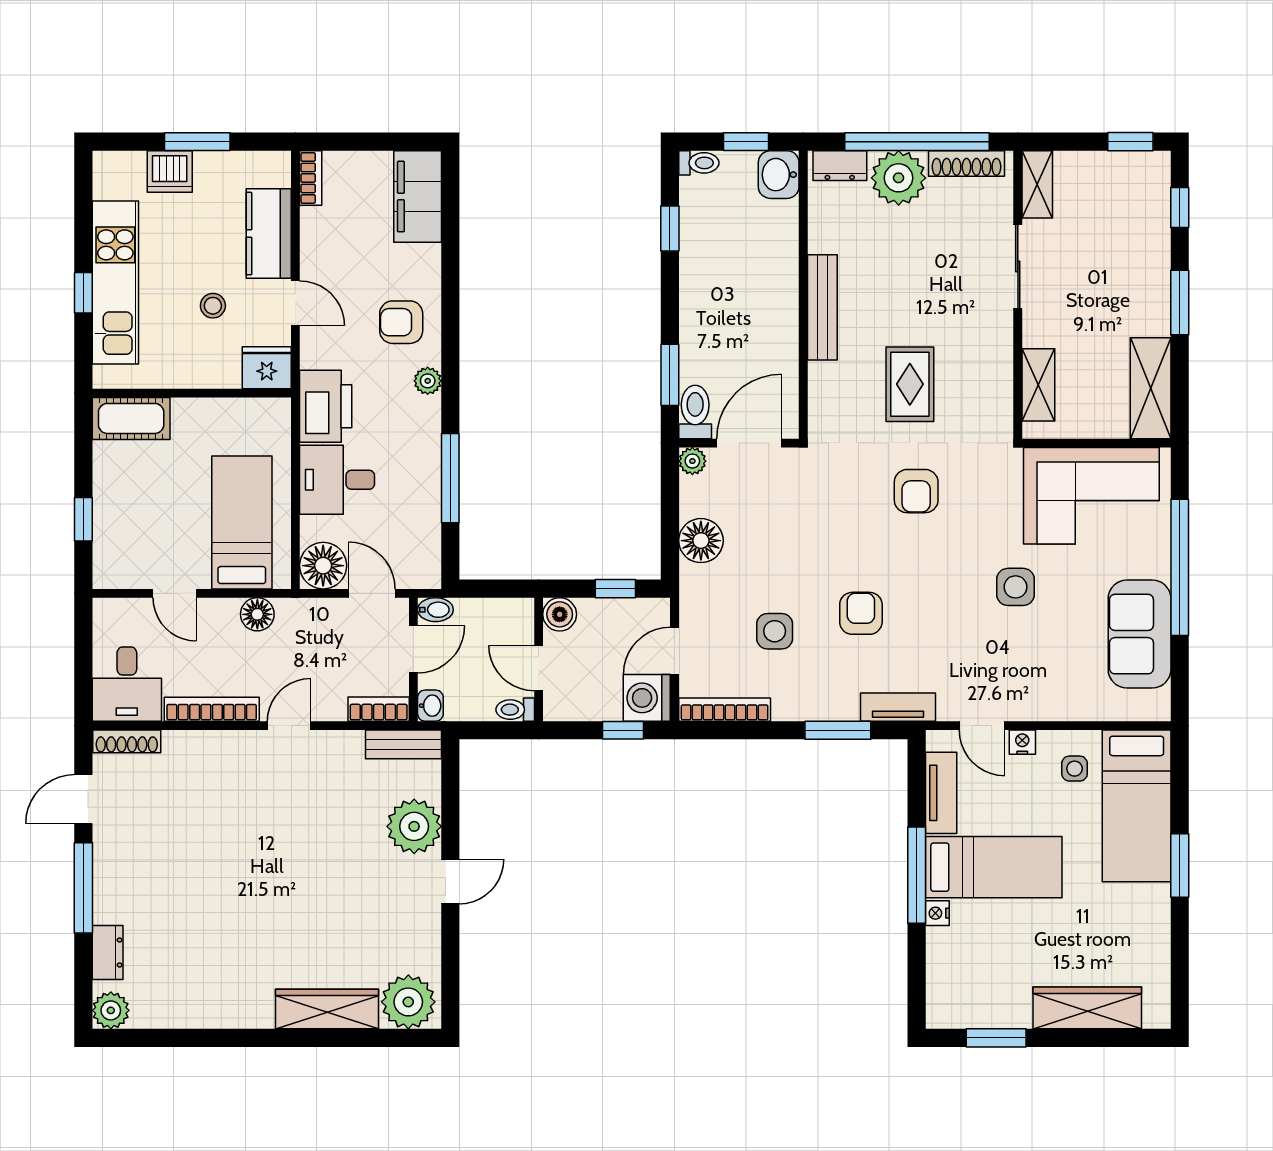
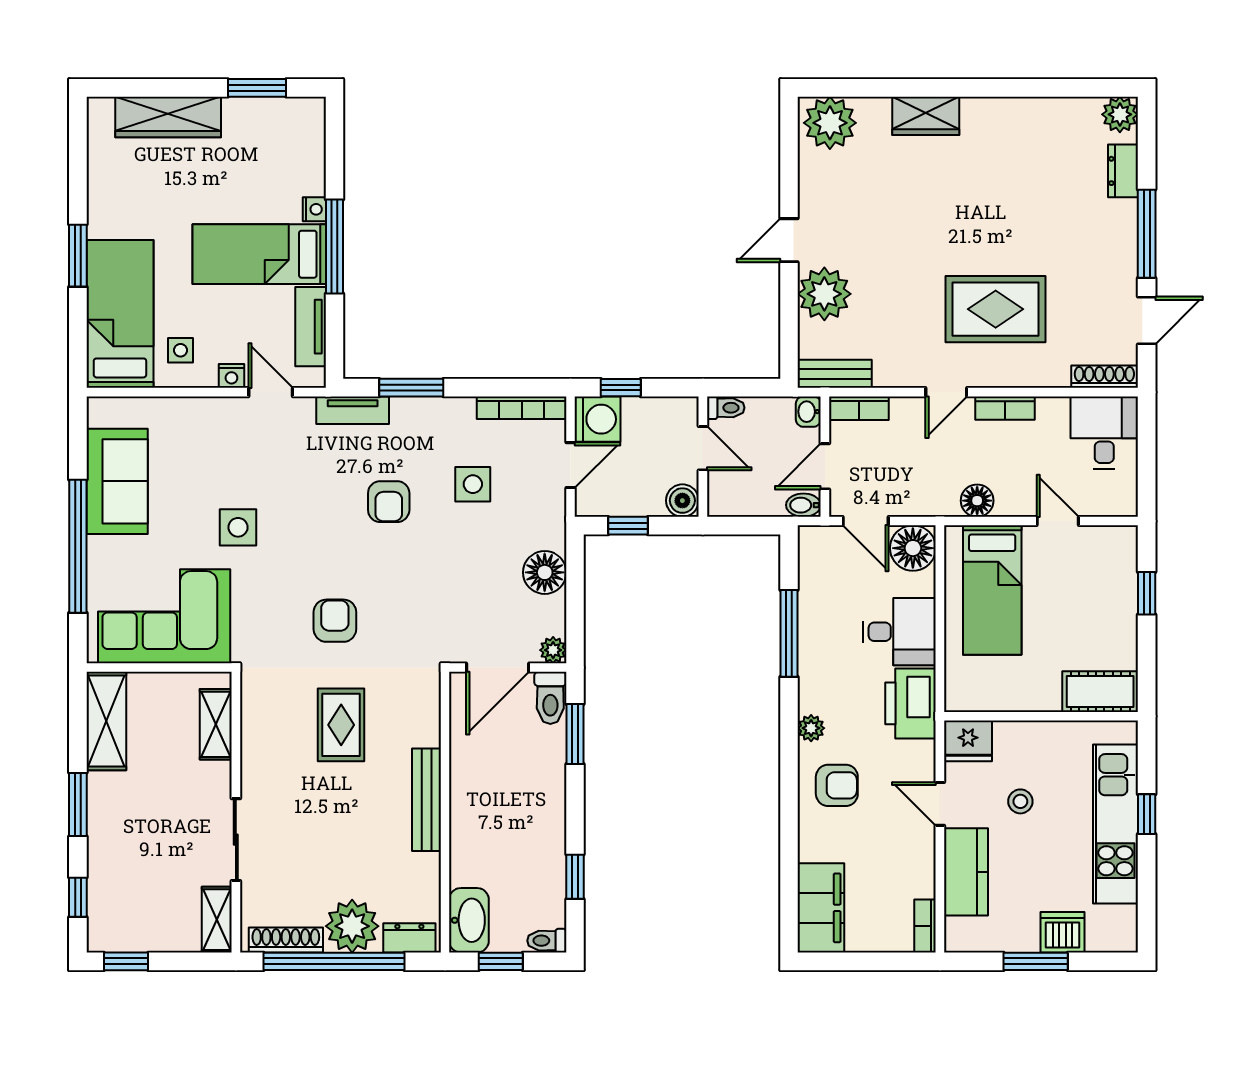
washbasin: (779, 175) -> (469, 920), width x1.38
bookcase: (212, 709) -> (1005, 408), width x0.64
rug: (238, 811) -> (996, 309), added
wardrobe: (327, 1009) -> (926, 116), width x0.67

